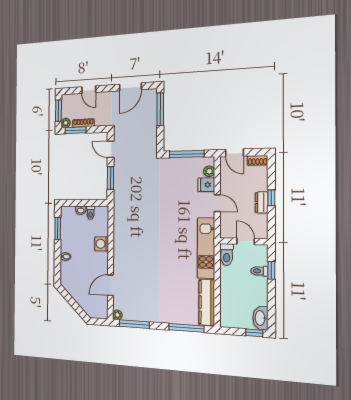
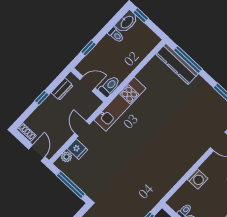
dresser: (262, 202) -> (62, 89), moved
door: (246, 241) -> (87, 84), swing flipped
toilet: (259, 271) -> (116, 35), moved
kitchen counter: (207, 302) -> (177, 64), moved, turned 90

